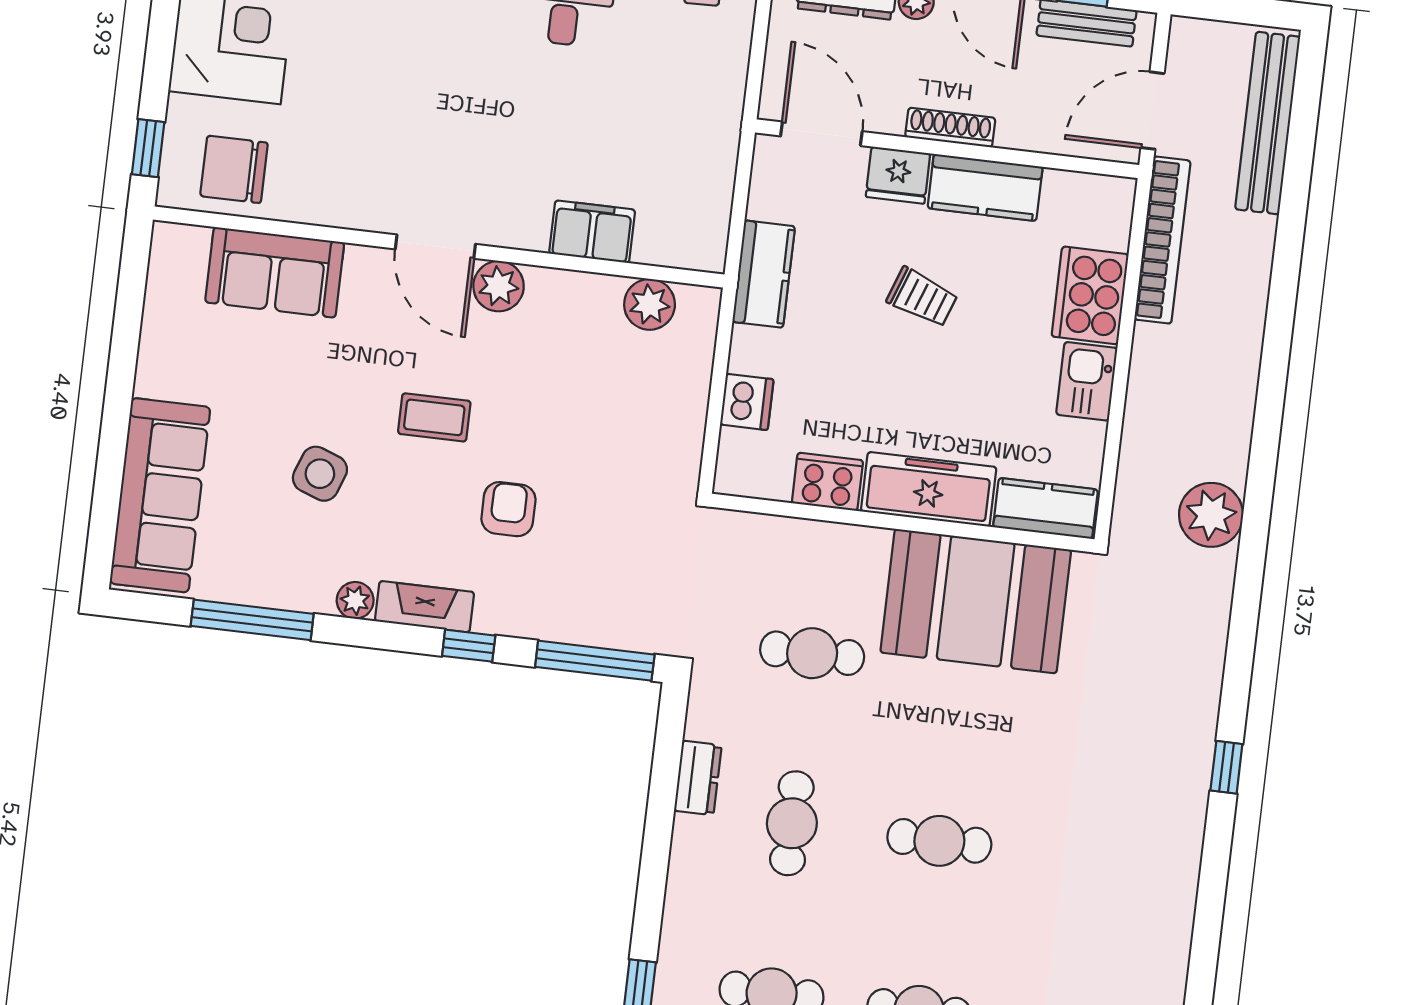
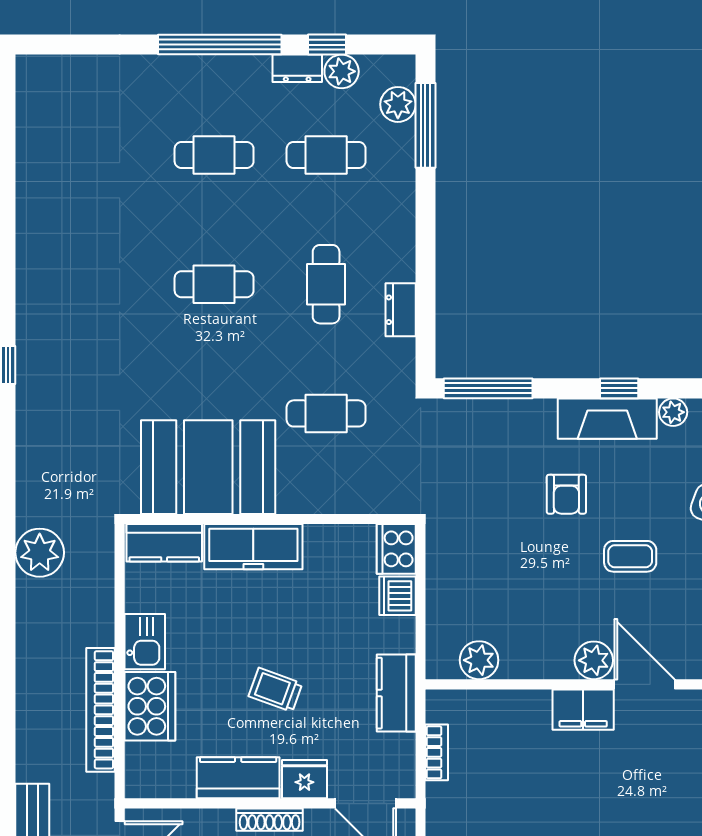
bookcase: (720, 190) -> (437, 752), added
filing cabinet: (592, 232) -> (583, 710), moved
bookcase: (1162, 240) -> (101, 710), moved
cooker: (827, 482) -> (396, 549), moved, turned 90
fireplace: (425, 607) -> (607, 419), width x1.37, depth x1.32
window: (469, 646) -> (619, 388), moved

